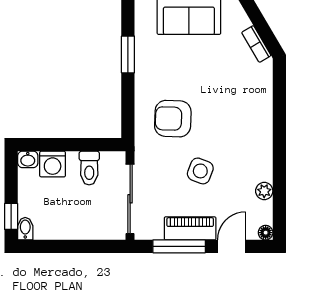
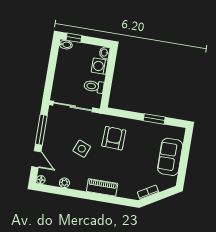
piano: (190, 228) -> (102, 187), moved, turned -90

